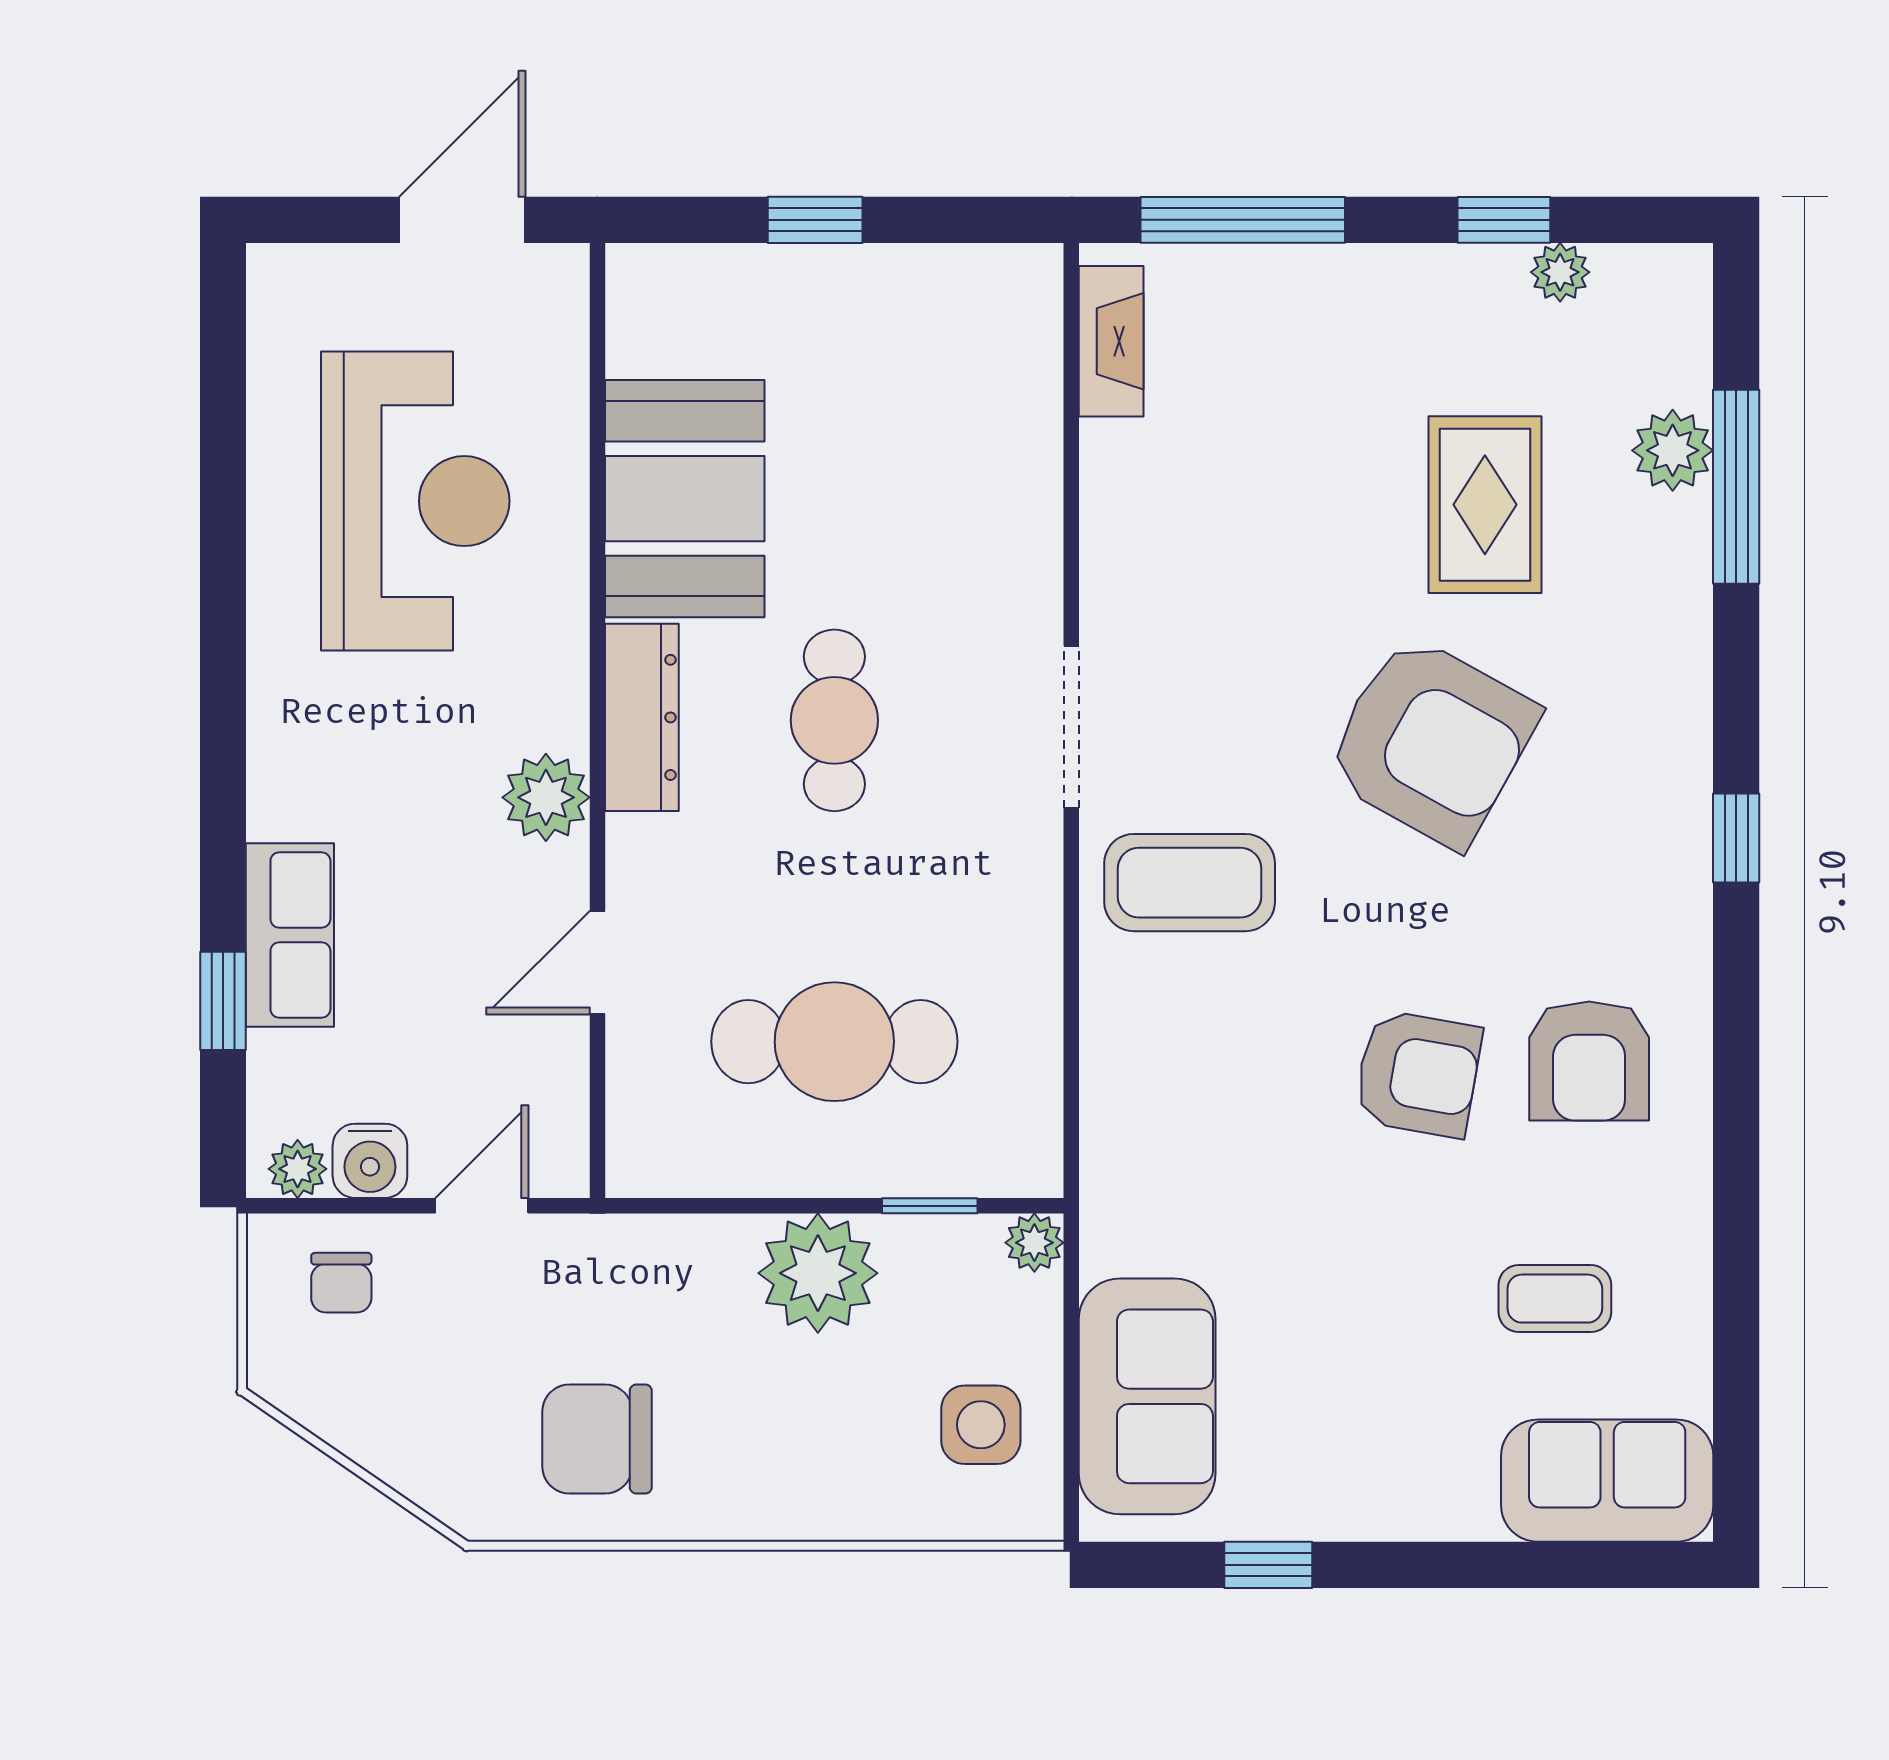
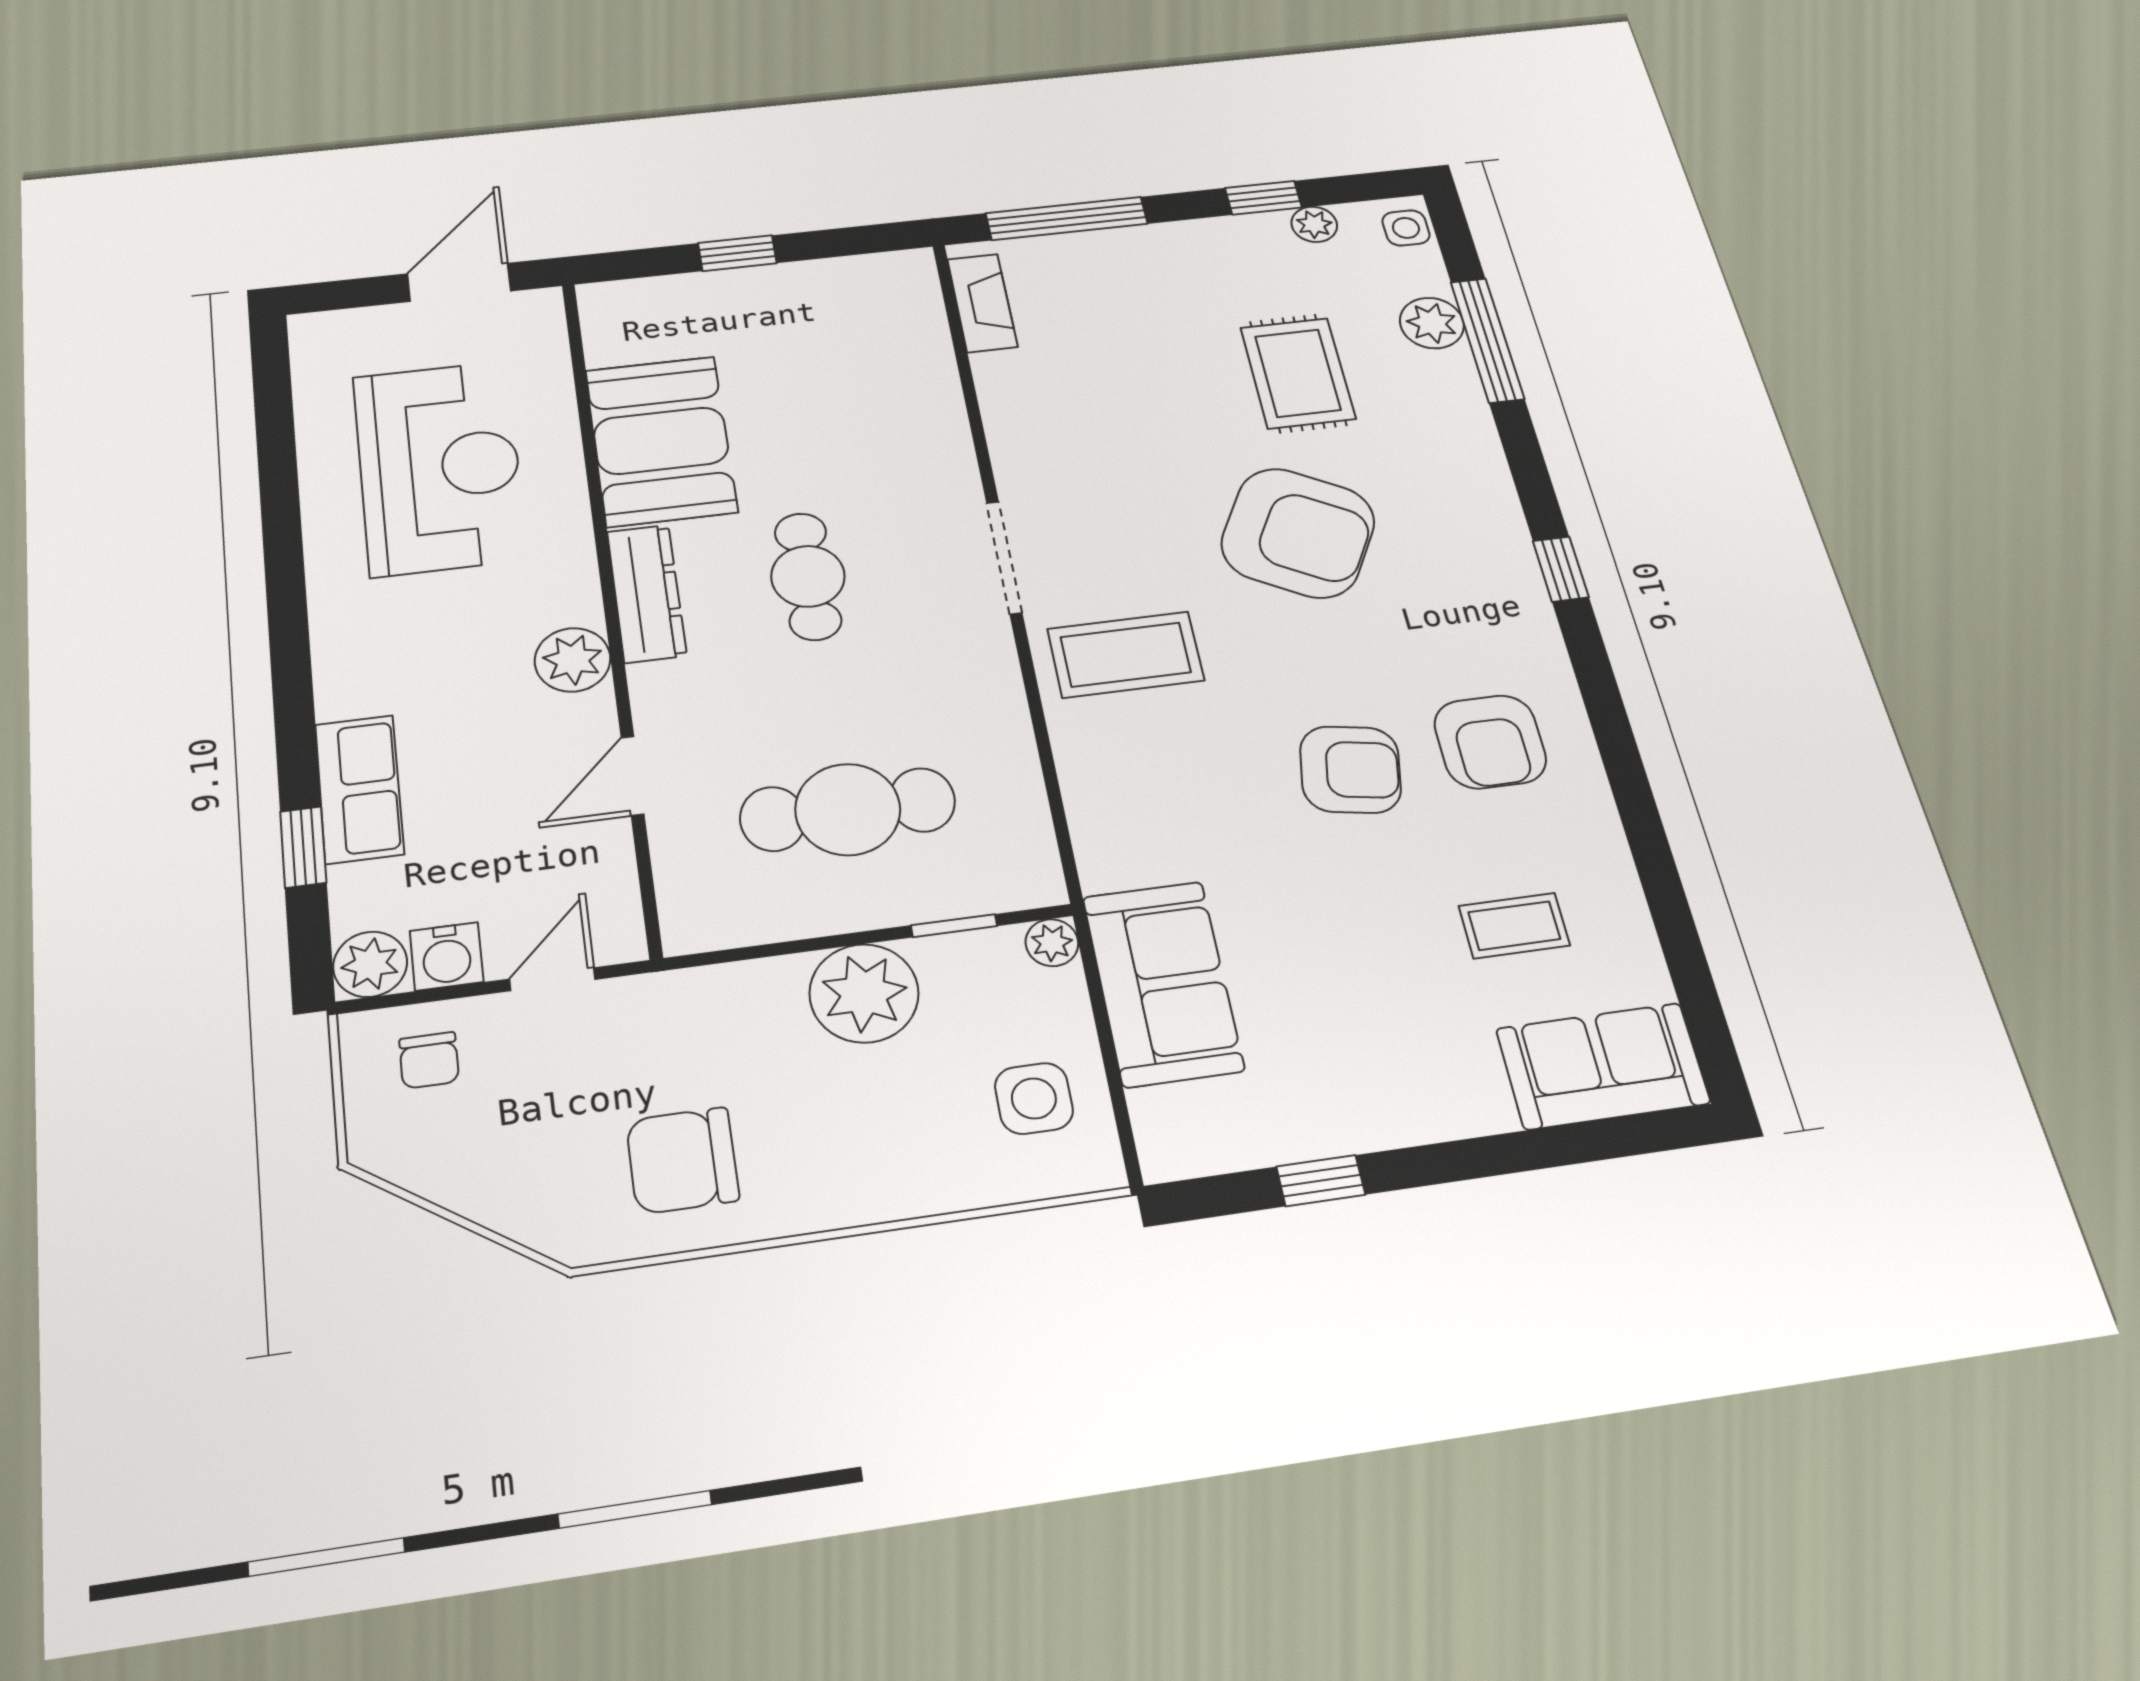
side table: (1677, 294) -> (1406, 228), added
plant: (298, 1169) -> (370, 964), width x1.38, depth x1.38
sofa: (1147, 1396) -> (1163, 983), moved

